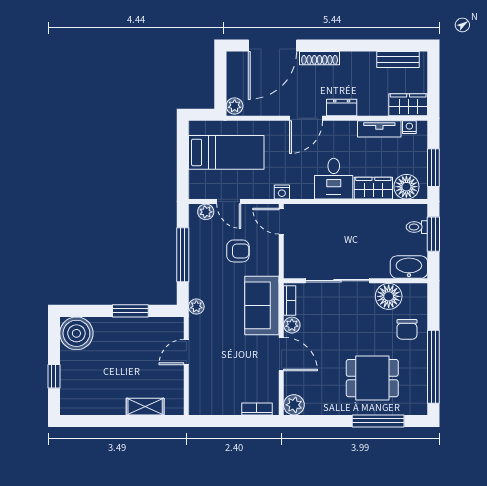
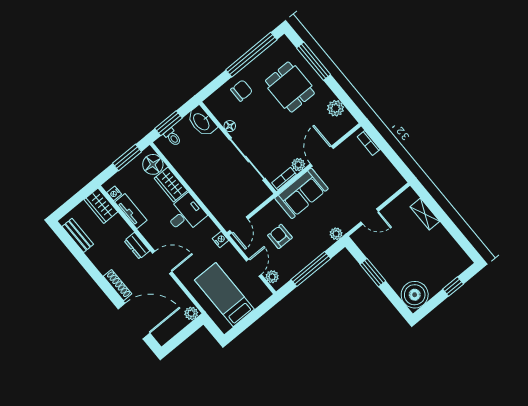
floor lamp: (389, 296) -> (230, 126), width x0.53, depth x0.53
plant: (294, 405) -> (336, 108), moved

